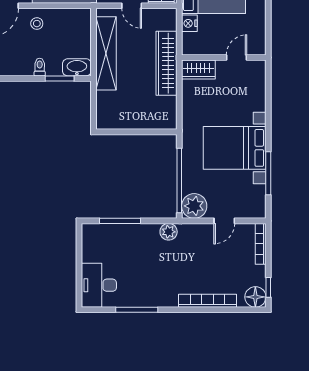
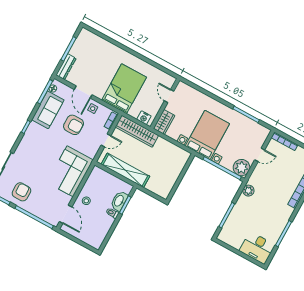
nightstand: (189, 23) -> (144, 118), moved
wardrobe: (166, 63) -> (137, 131), moved
washbasin: (77, 67) -> (119, 201), moved
bed with nightstands: (235, 148) -> (207, 135), moved, turned 180
door: (224, 221) -> (260, 155), hinge flipped

